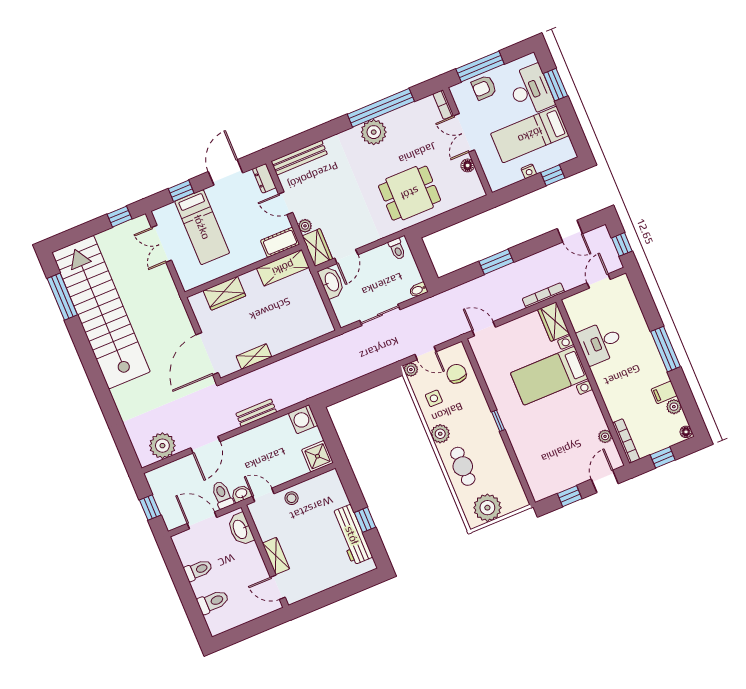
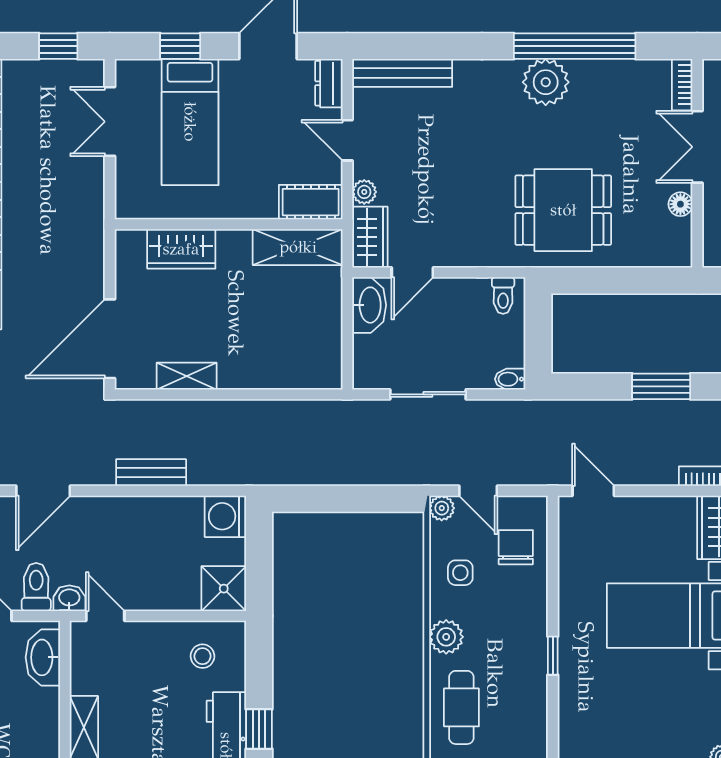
stool: (292, 498) -> (203, 656), moved

